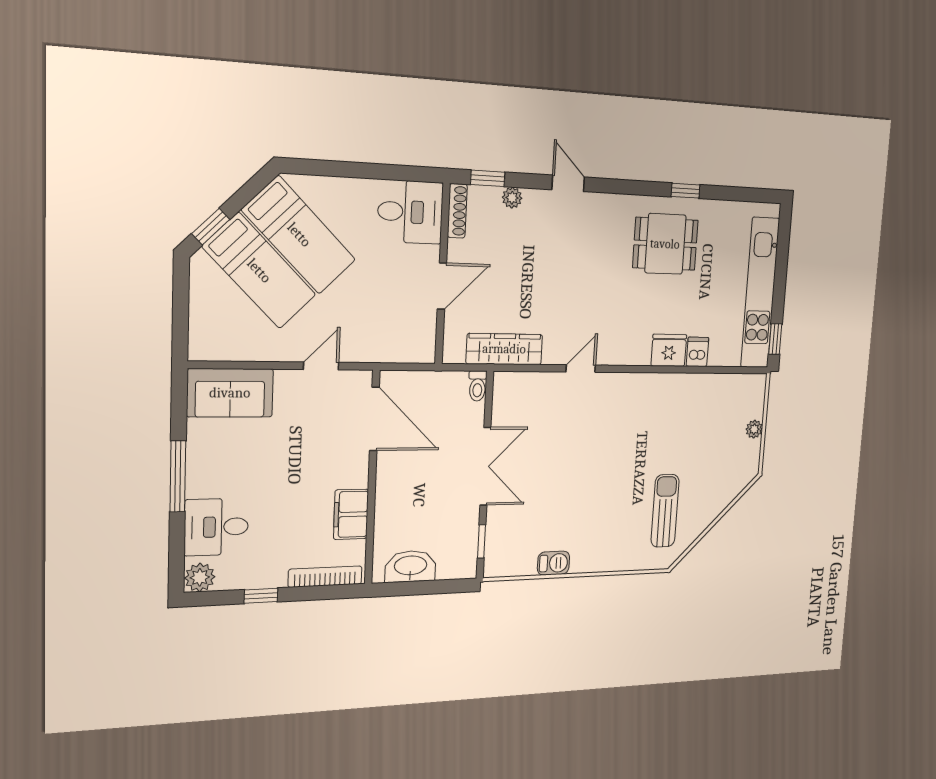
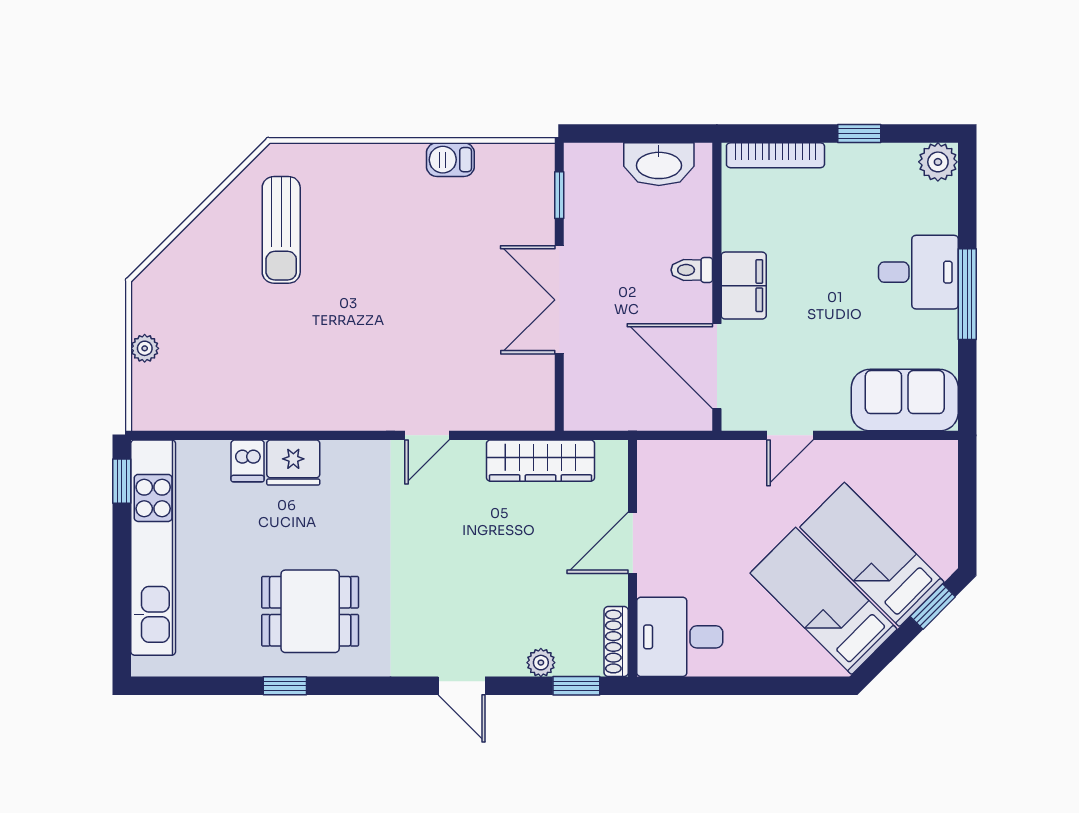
toilet: (477, 386) -> (692, 270), moved, turned -90
filing cabinet: (351, 514) -> (744, 286), moved
desk: (216, 527) -> (918, 272), moved

